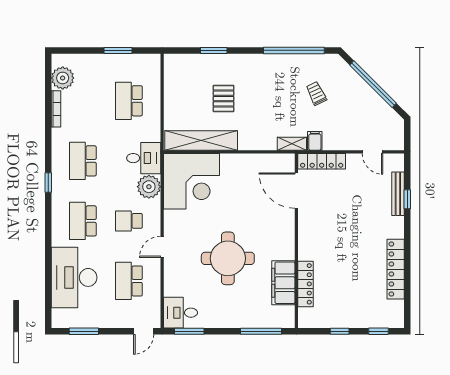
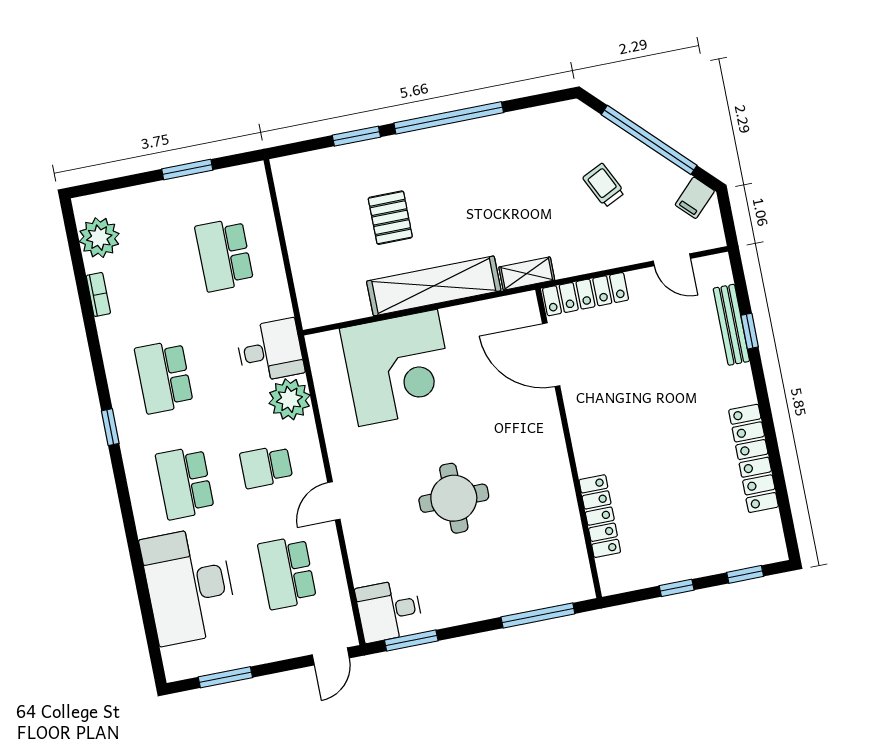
window: (294, 50) -> (449, 118), moved
trolley: (316, 93) -> (604, 185), moved
bookcase: (56, 109) -> (98, 294), width x0.64
shelving: (201, 140) -> (434, 286), moved
filing cabinet: (315, 141) -> (695, 198), moved, turned -135
corner desk: (192, 181) -> (398, 368), moved
round table: (228, 258) -> (454, 498), width x0.73, depth x0.73
filing cabinet: (283, 283) -> (560, 522), removed

